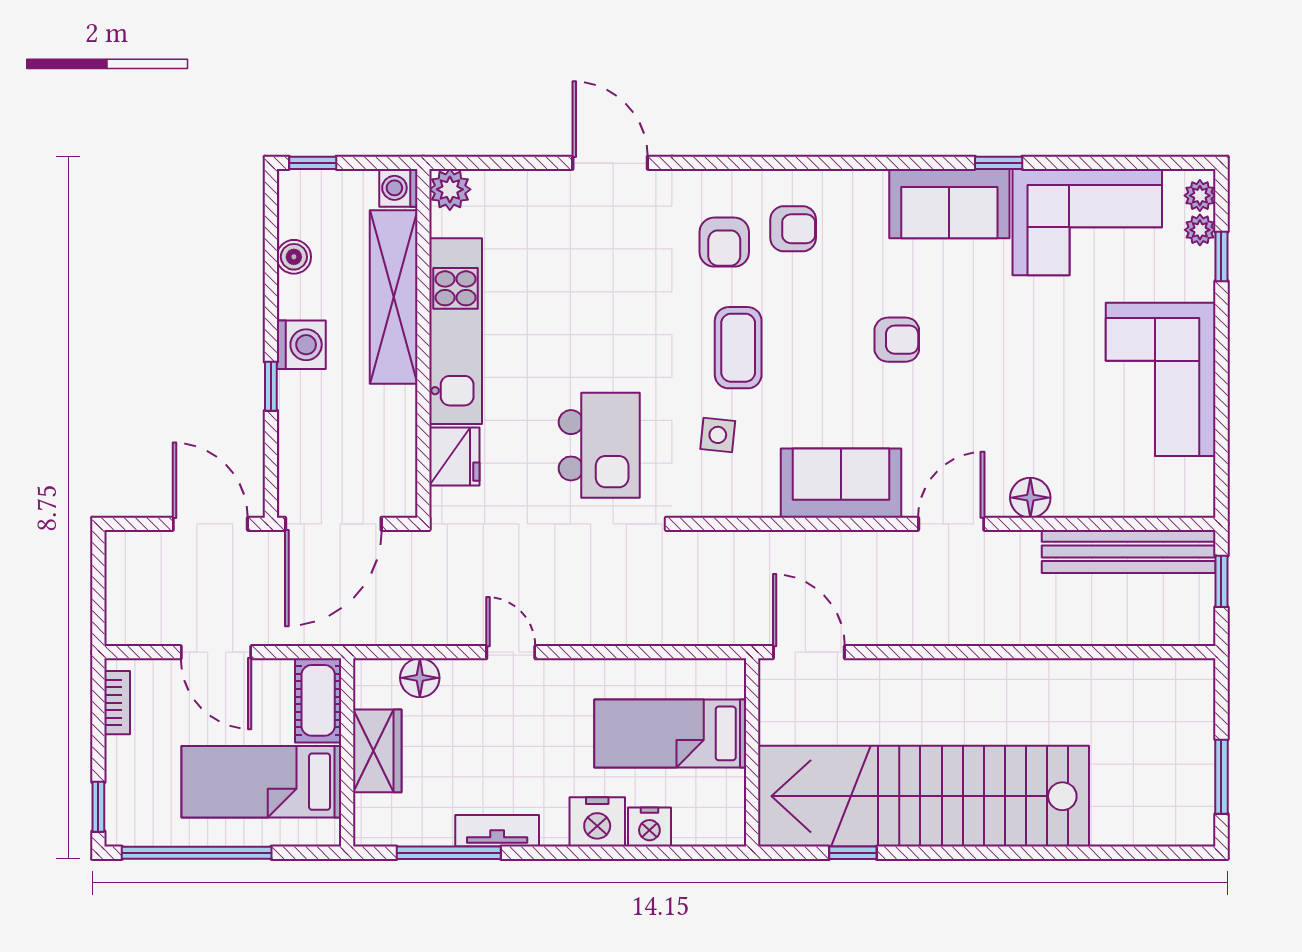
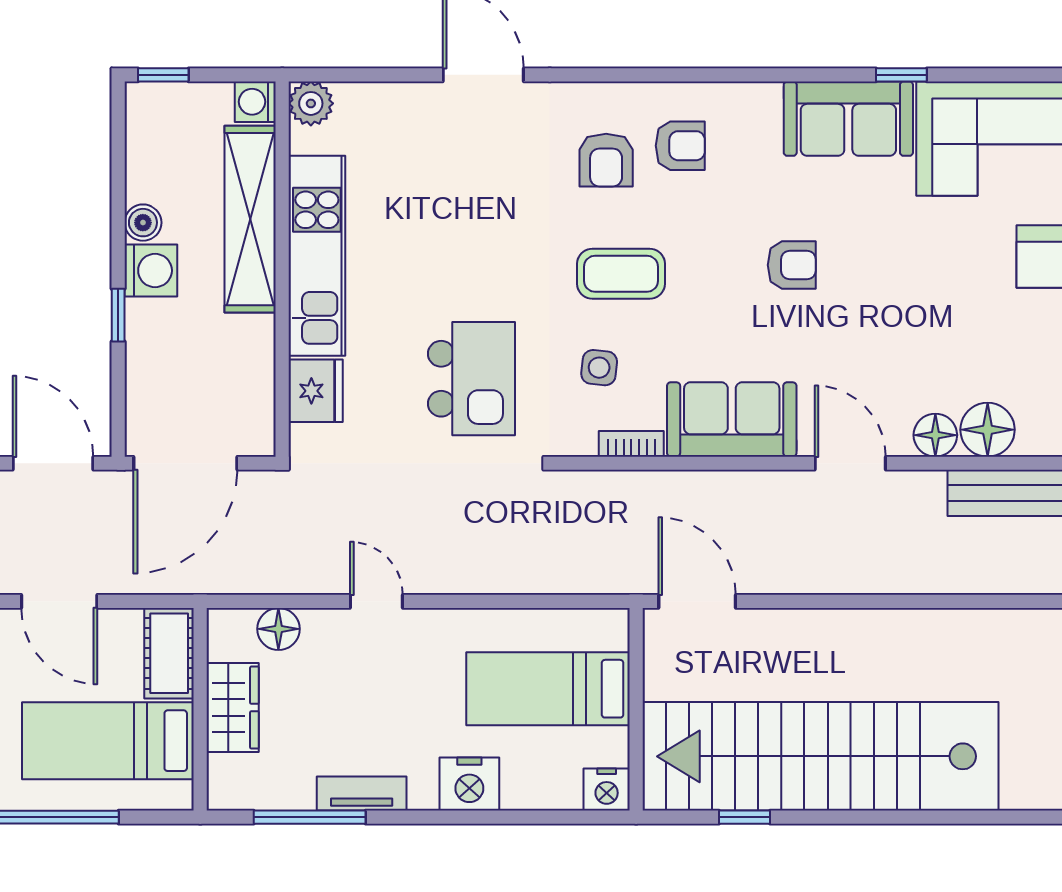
boiler: (294, 257) -> (143, 223), moved
coffee table: (738, 348) -> (621, 274), turned 90
floor lamp: (1079, 493) -> (988, 430), added
bookcase: (748, 506) -> (631, 444), added
door: (951, 524) -> (850, 463), hinge flipped
nightstand: (649, 827) -> (607, 790), moved

